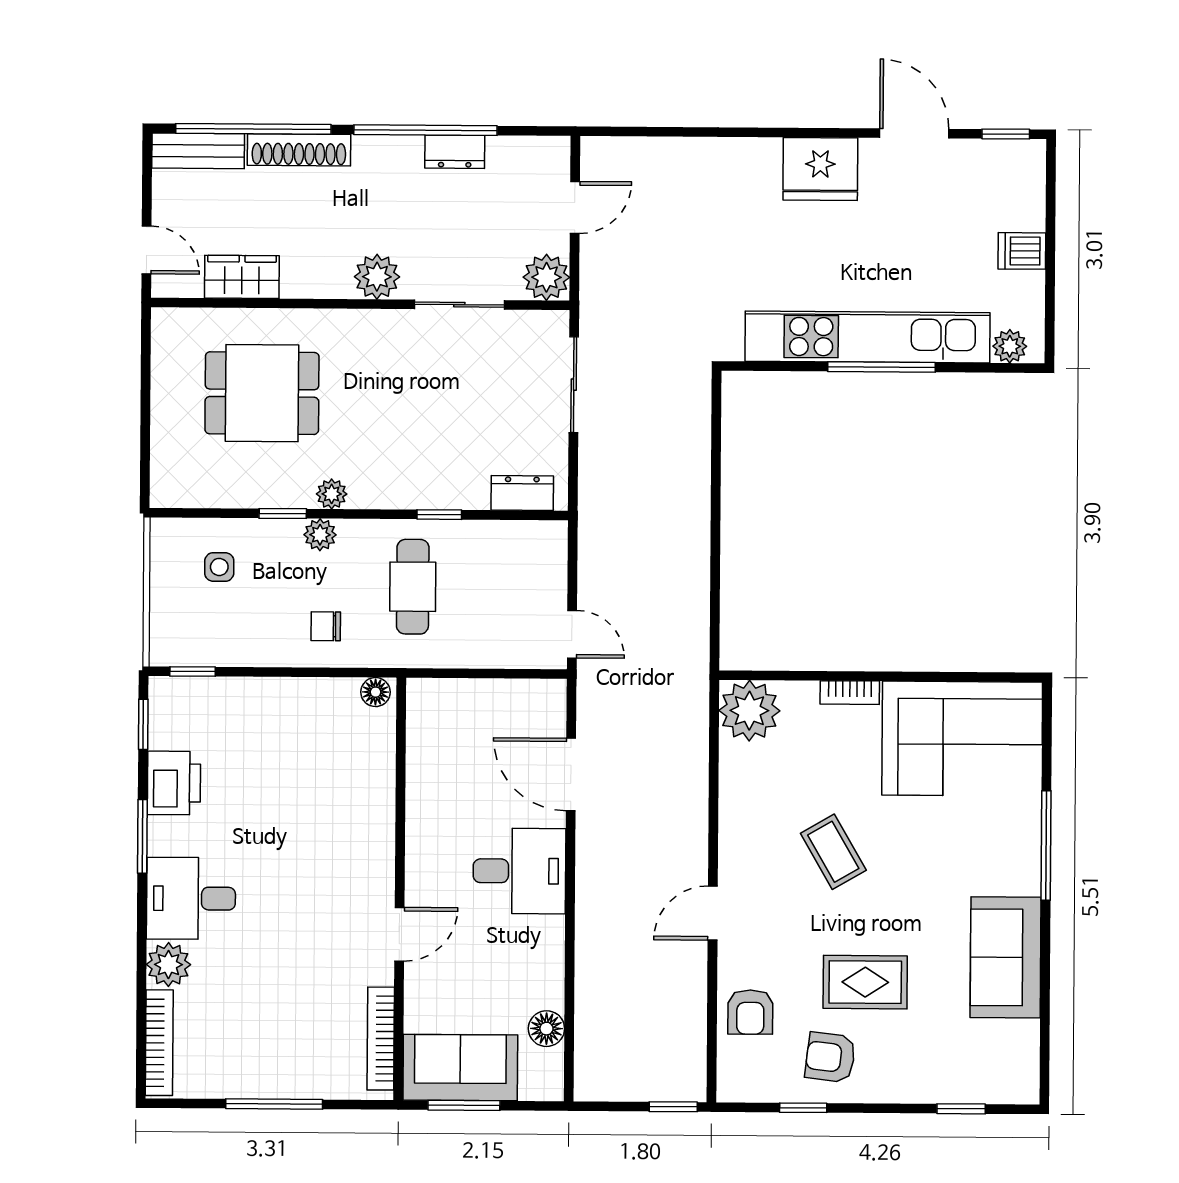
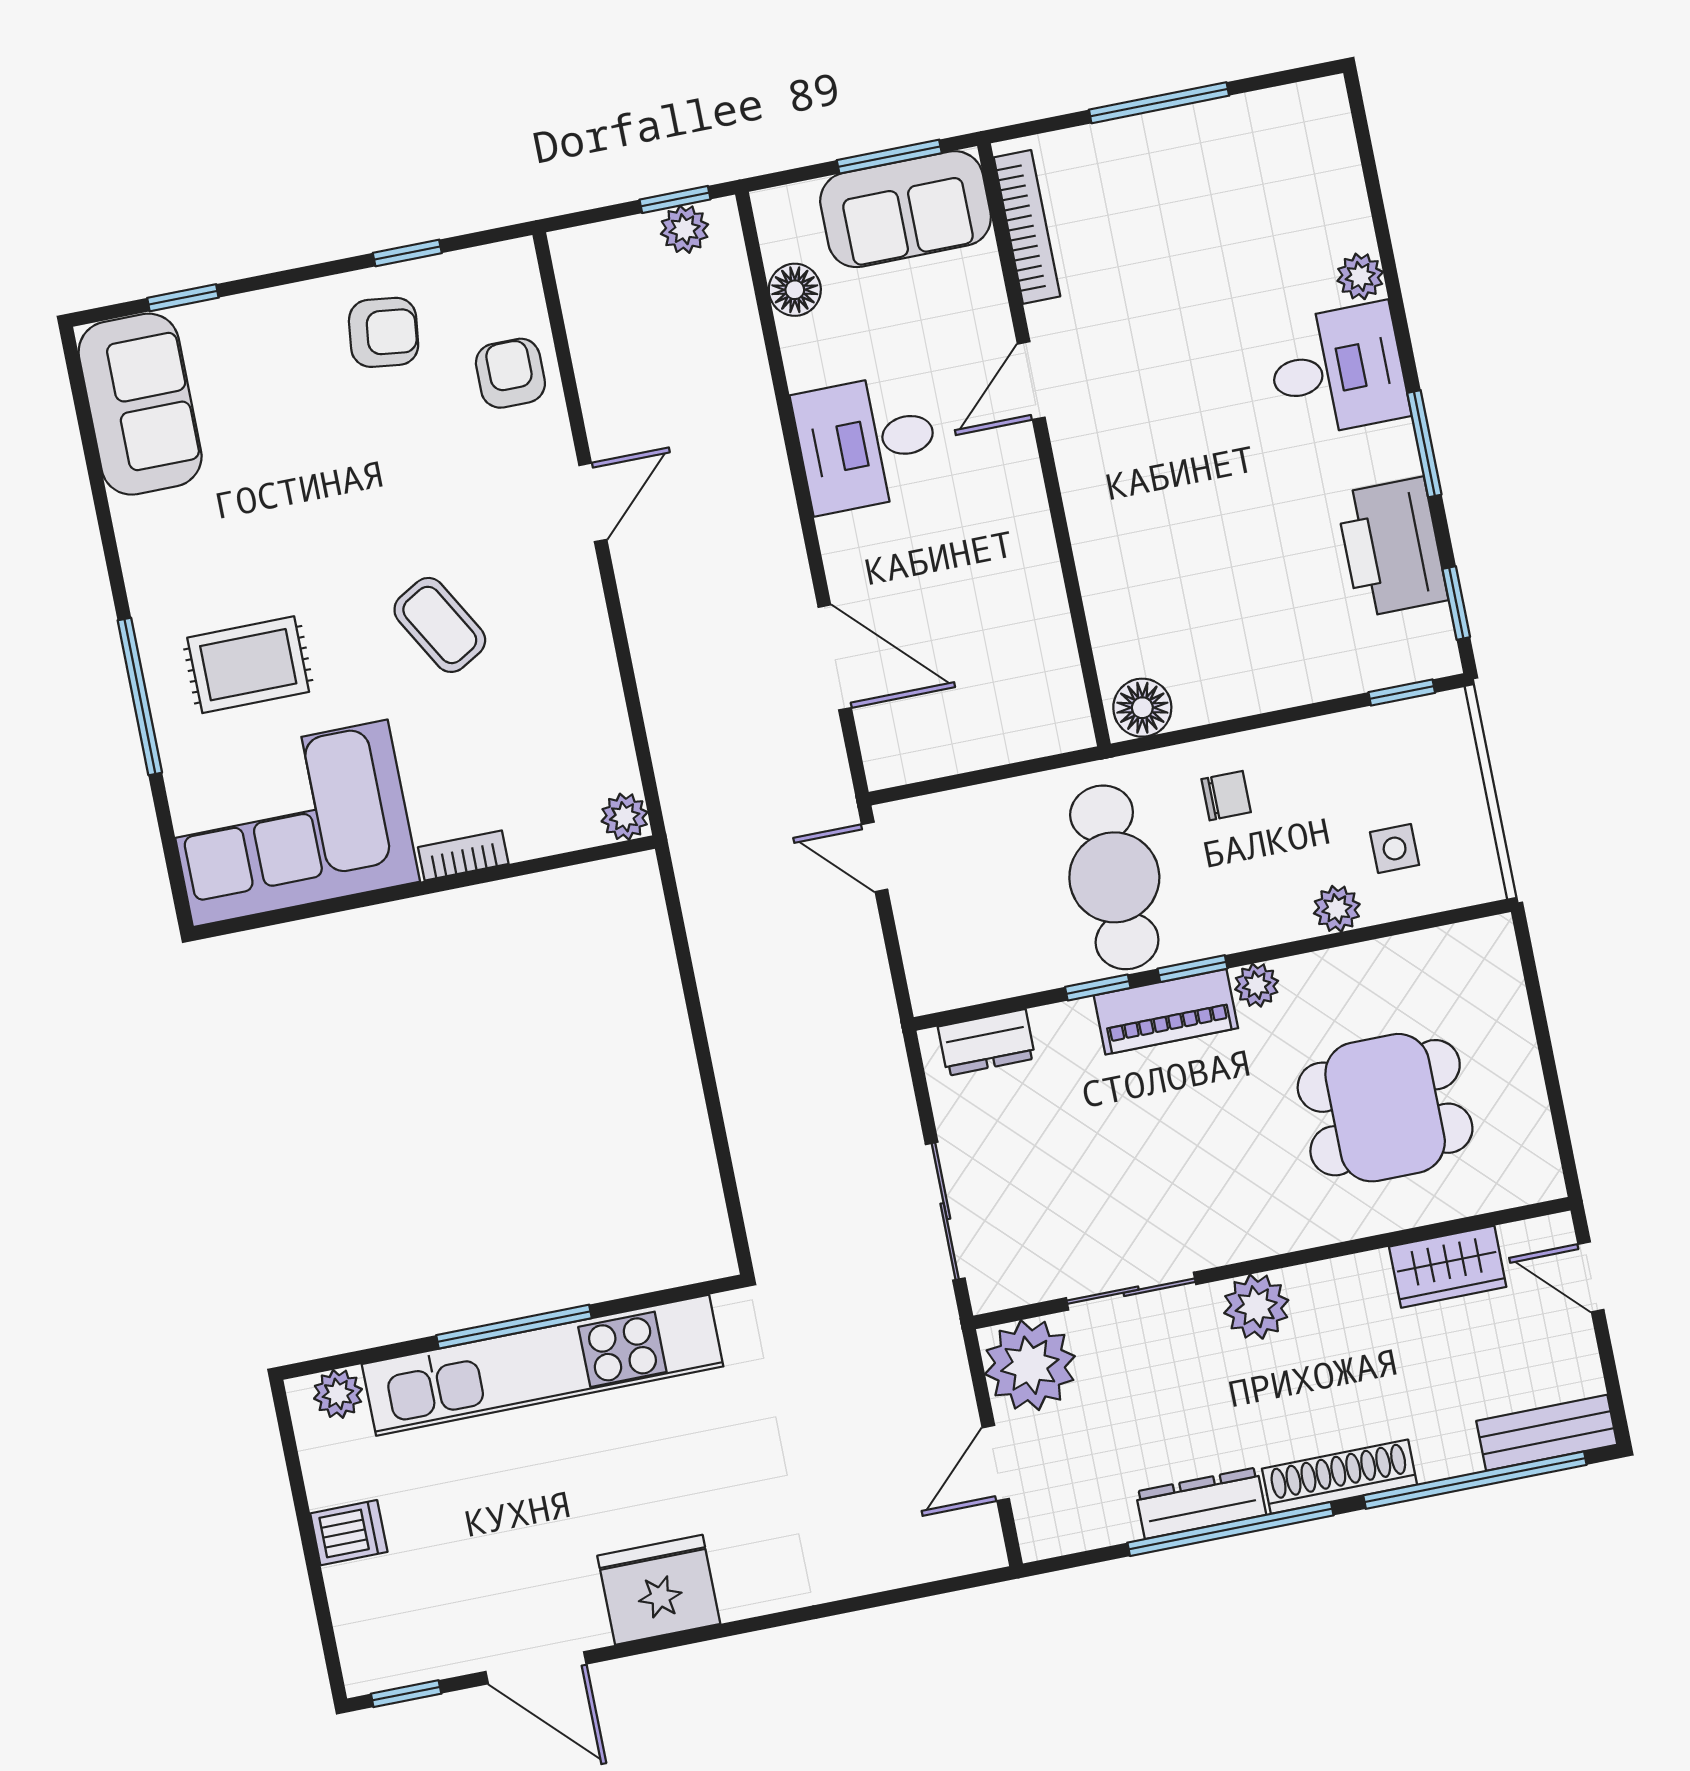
shoe rack: (299, 150) -> (1339, 1477), moved
dresser: (455, 152) -> (1201, 1503), width x1.44
plant: (546, 277) -> (1030, 1365), width x1.36, depth x1.36
piano: (397, 489) -> (1166, 1012), added
window: (283, 514) -> (1192, 969), moved
plant: (320, 535) -> (1337, 909), moved
cafe table: (413, 587) -> (1114, 877), width x1.37, depth x1.35
floor lamp: (376, 692) -> (1142, 708), width x1.37, depth x1.37
plant: (749, 711) -> (625, 817), width x0.53, depth x0.53
printer: (174, 783) -> (1392, 547), width x1.37, depth x1.19
desk: (519, 871) -> (867, 443), moved
sofa: (1006, 957) -> (140, 404), moved
plant: (168, 965) -> (1360, 276), width x0.73, depth x0.73
rug: (865, 982) -> (248, 665), moved
bookcase: (159, 1043) -> (1340, 156), removed
plant: (613, 1085) -> (685, 229), added
window: (673, 1107) -> (675, 199), moved

